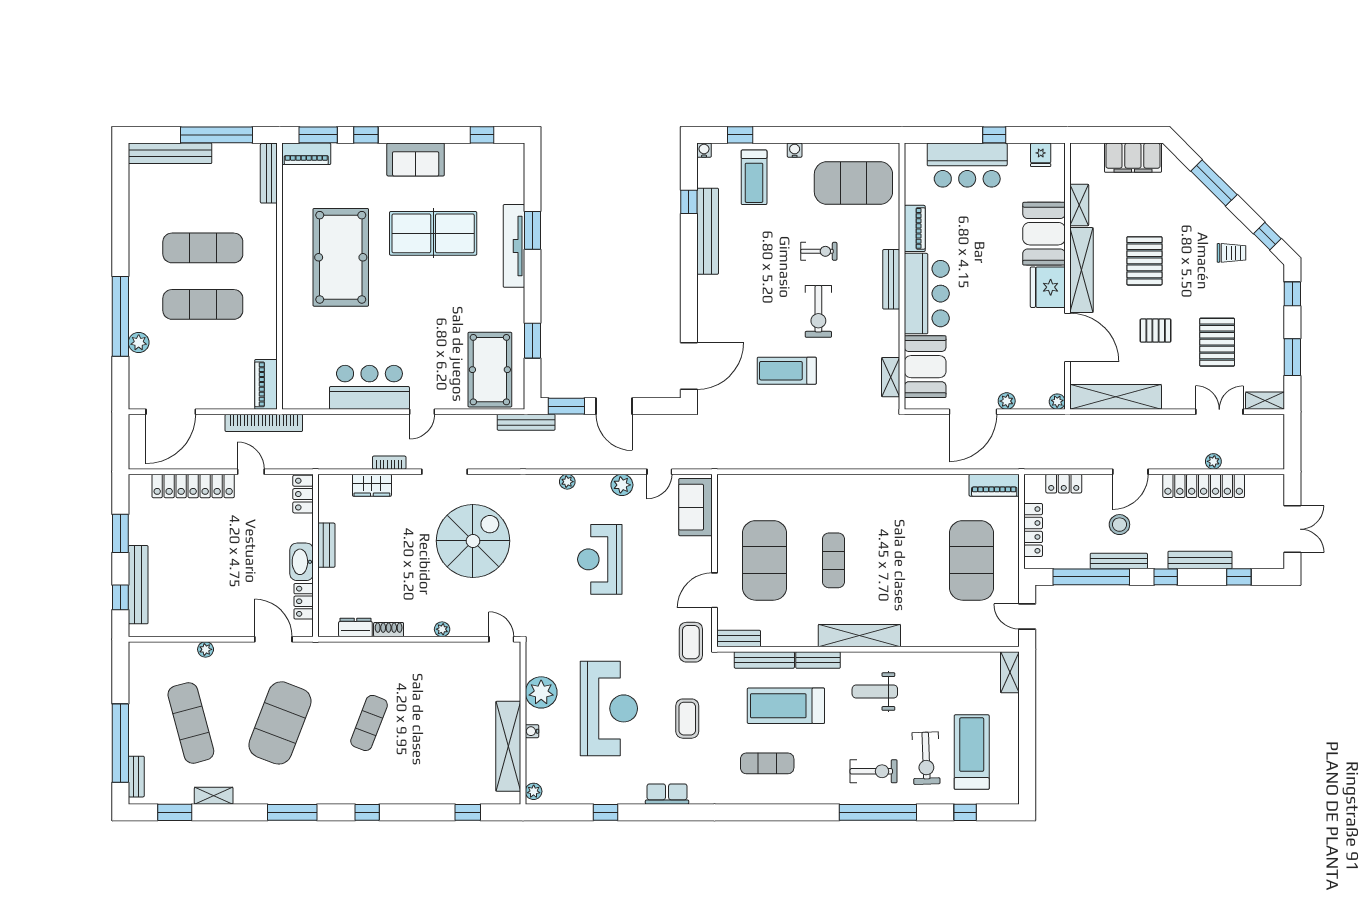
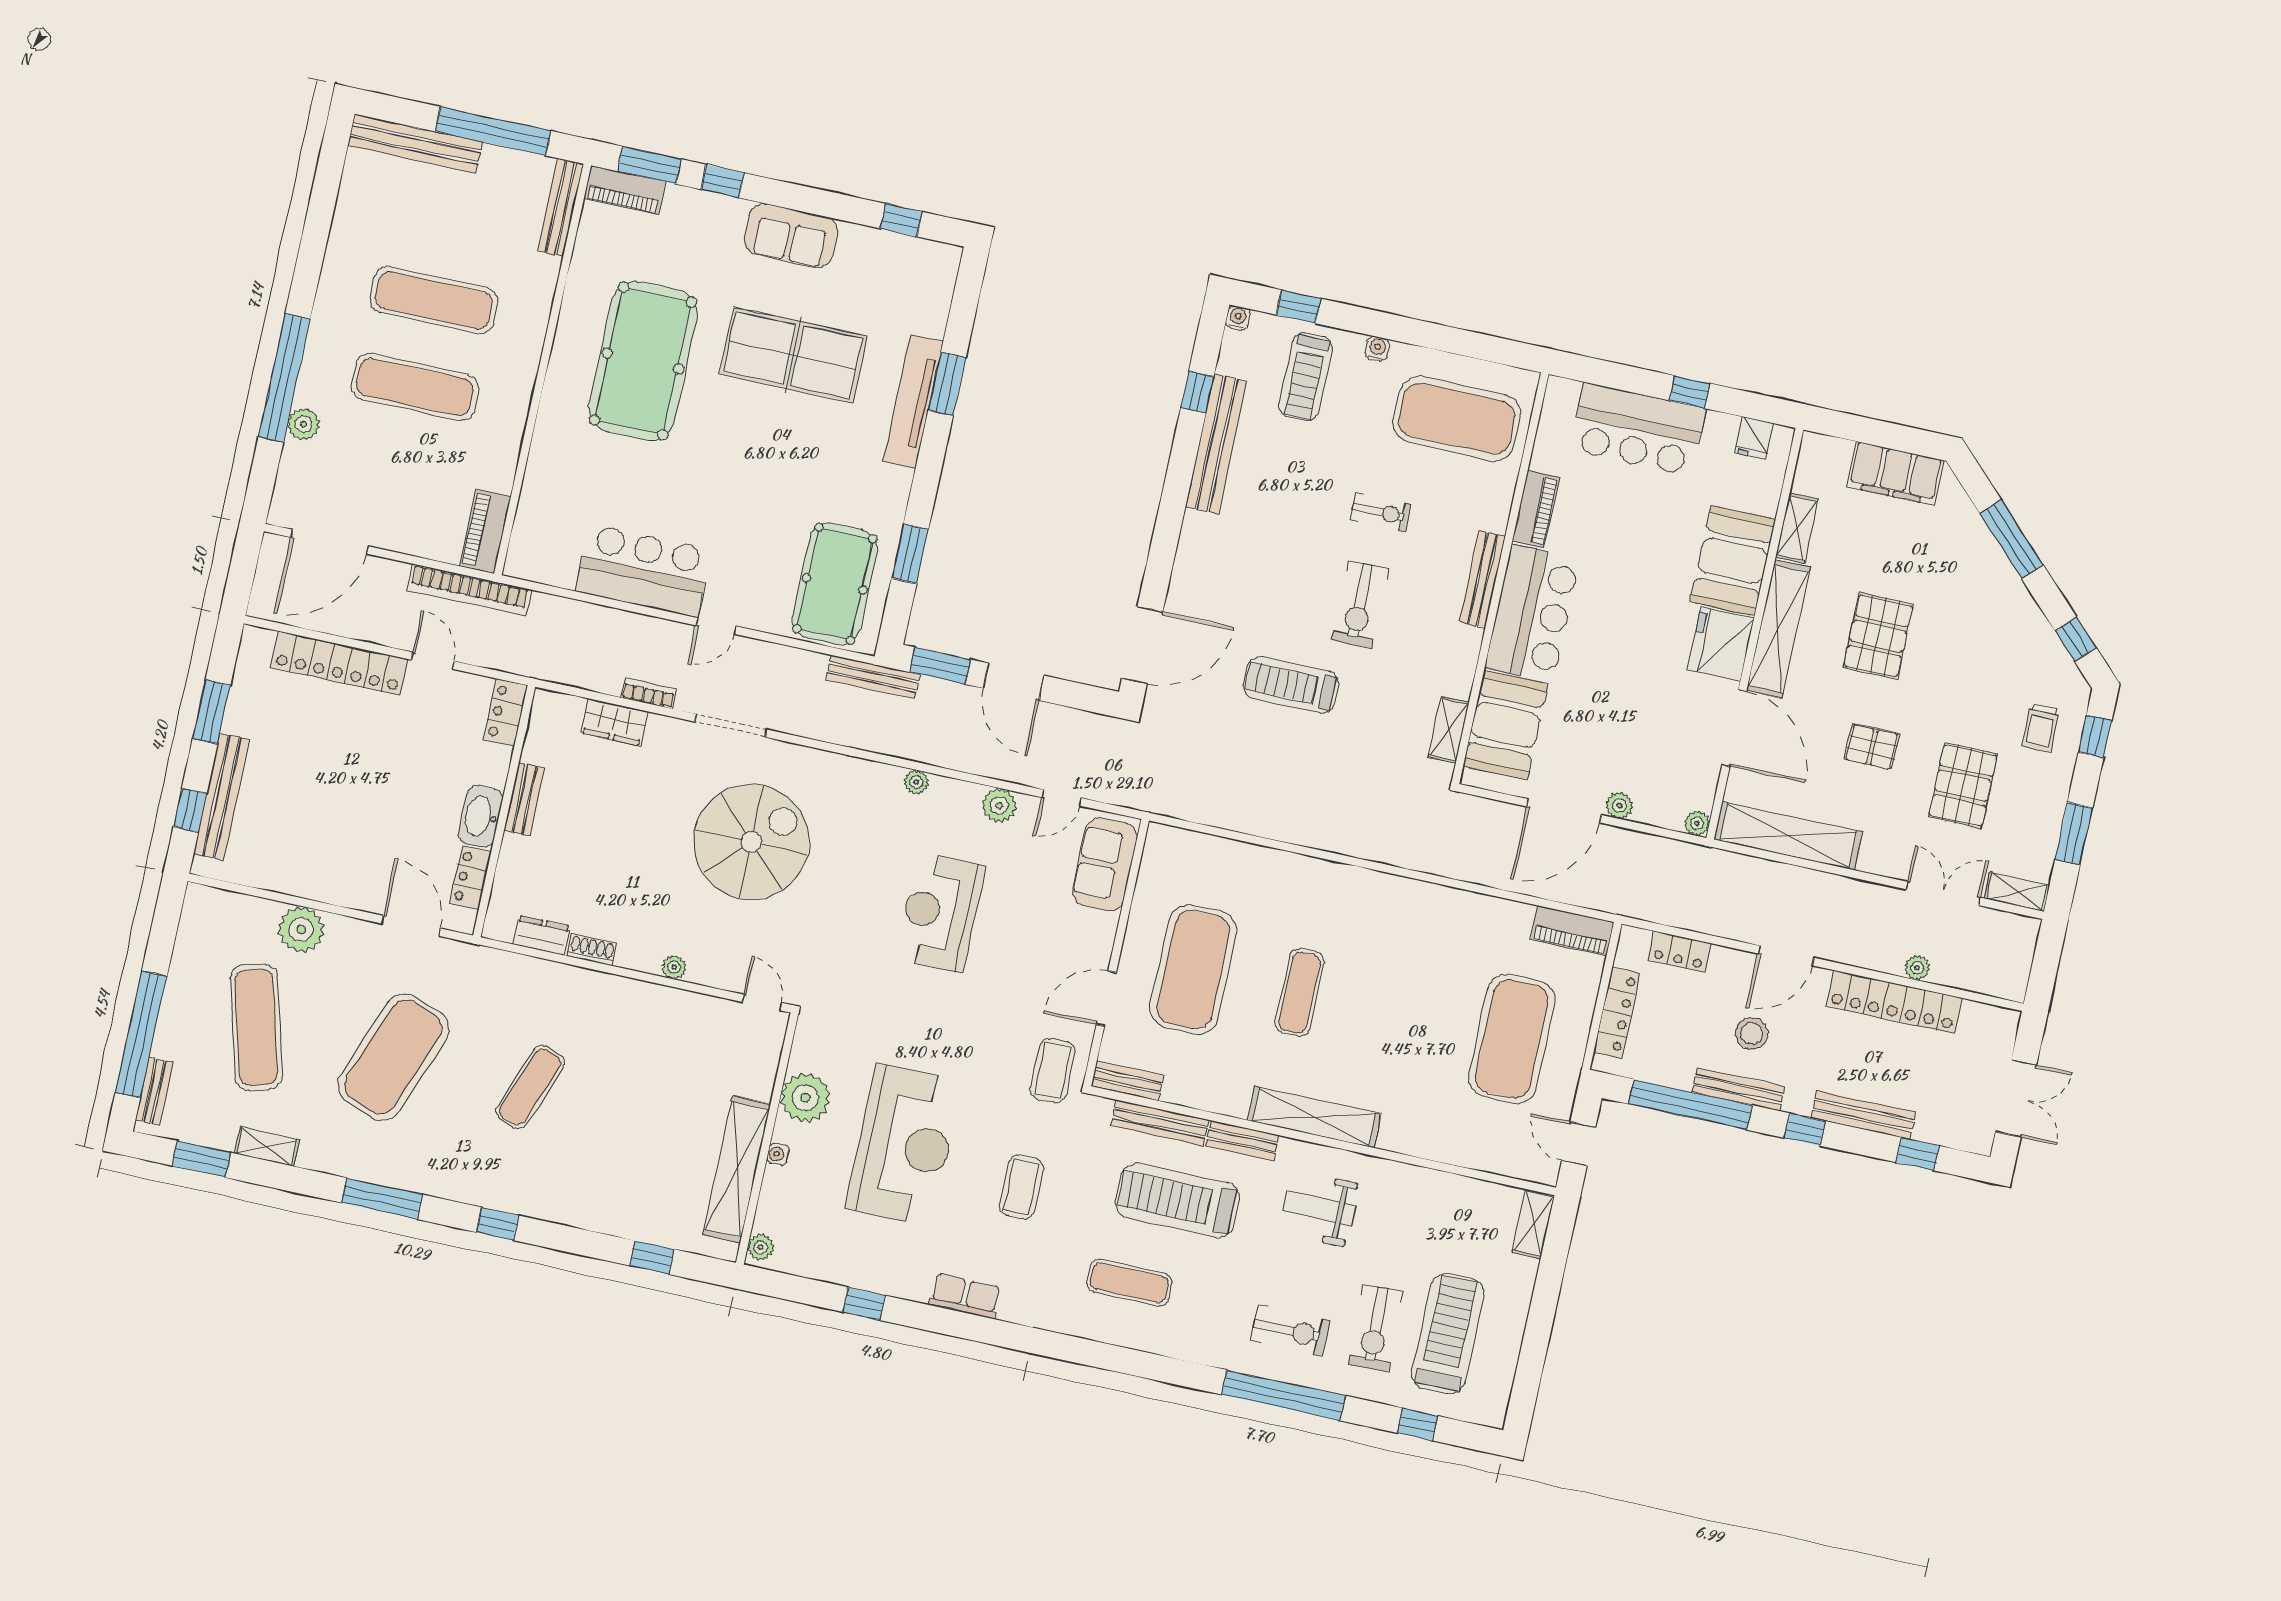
trolley: (1232, 253) -> (2041, 728), moved, turned 90
plant: (206, 649) -> (301, 929), width x1.88, depth x1.88

